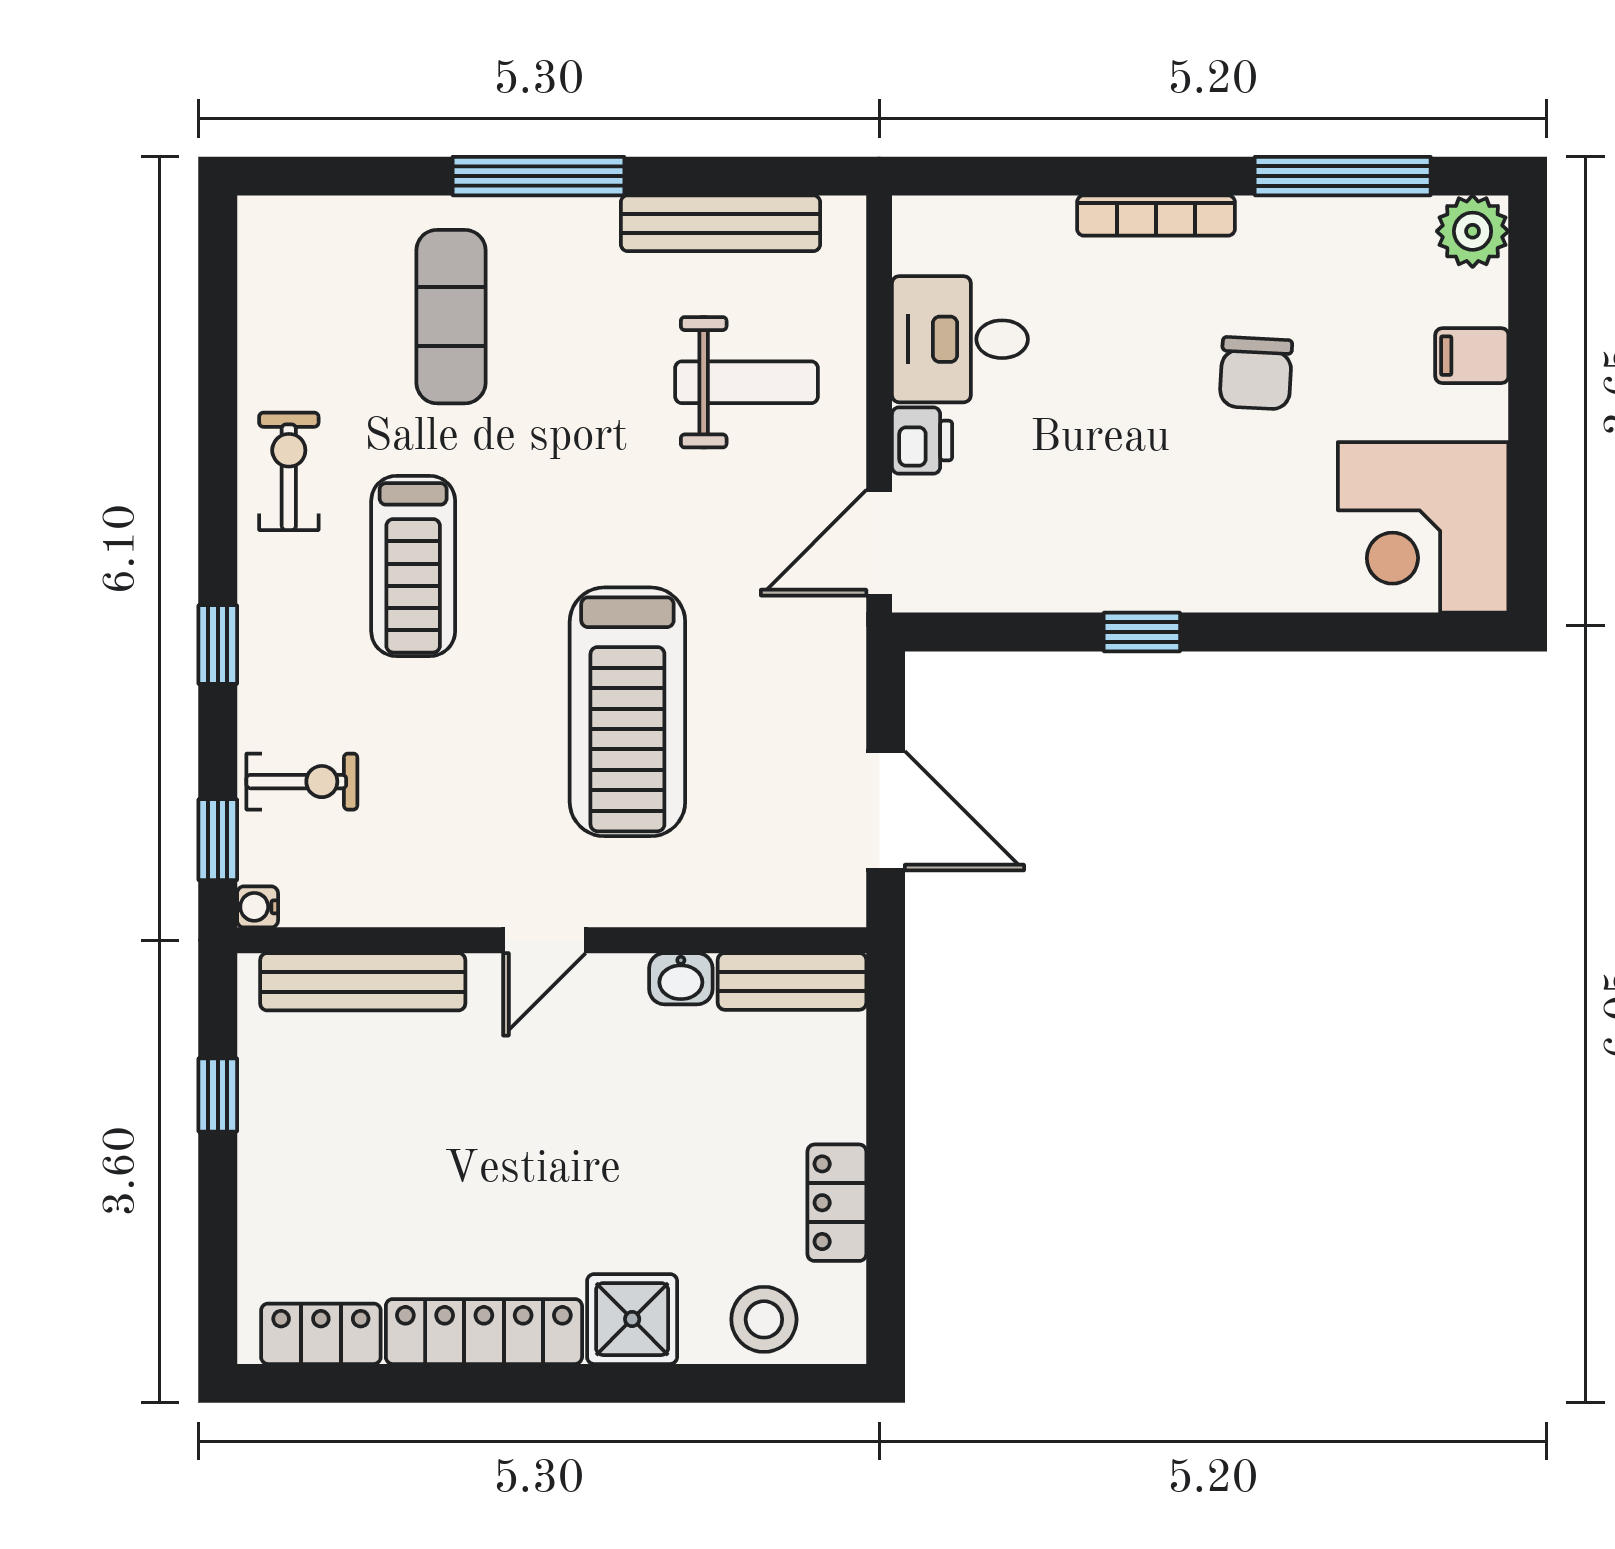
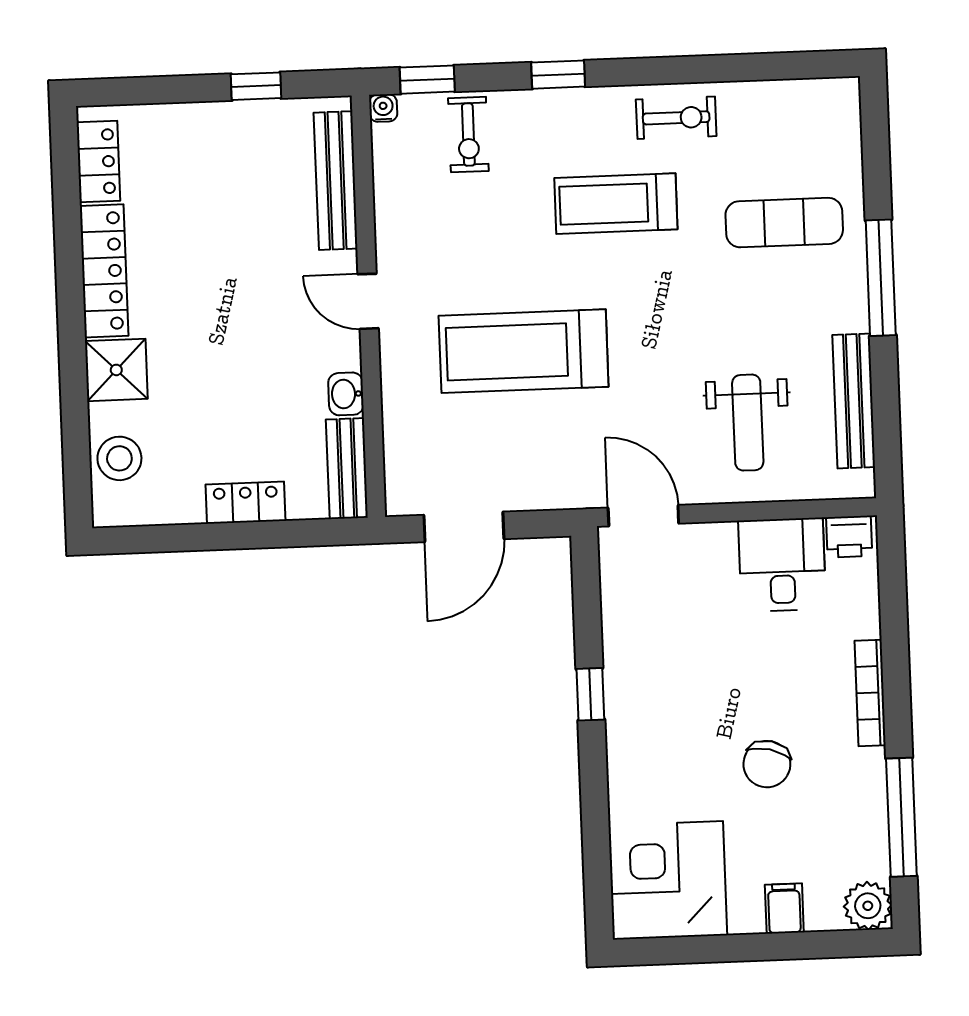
chair: (1256, 373) -> (767, 764), turned -79
printer: (922, 441) -> (849, 537), moved
locker: (837, 1203) -> (246, 503), moved

